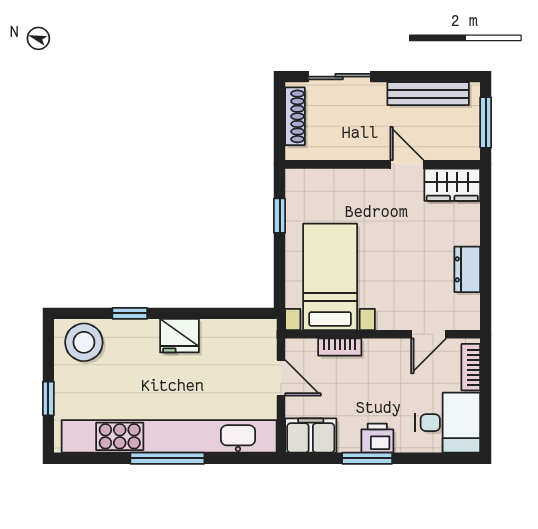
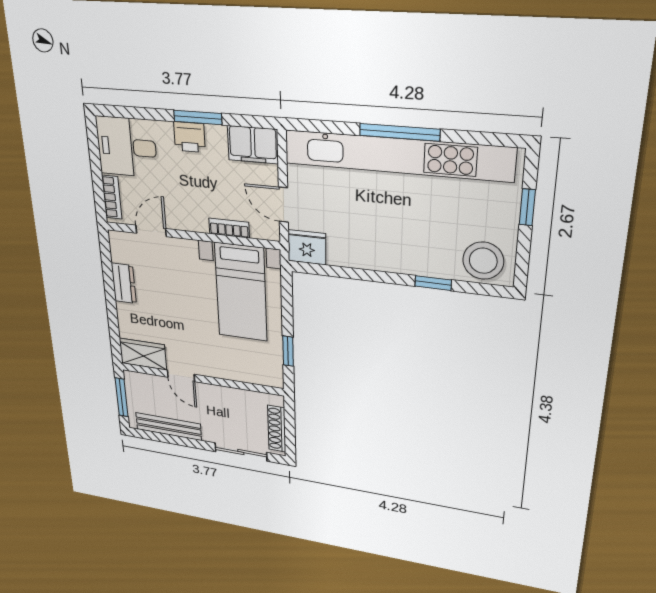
fridge: (179, 336) -> (307, 247), moved

